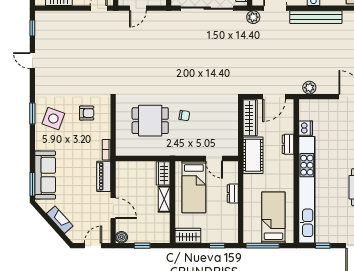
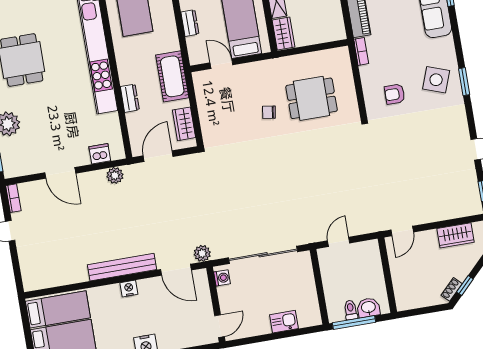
door: (138, 8) -> (339, 242), moved
wardrobe: (250, 118) -> (184, 124), width x0.67
dishwasher: (306, 128) -> (100, 154), moved, turned 90

